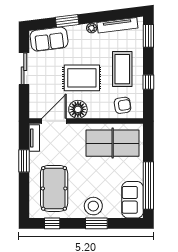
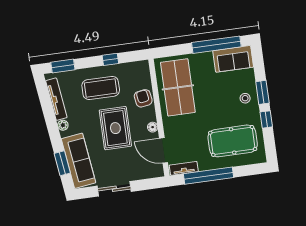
window: (67, 21) -> (62, 163), moved
sofa: (49, 39) -> (78, 161), width x1.36
armchair: (123, 105) -> (143, 98), moved
floor lamp: (78, 109) -> (153, 127), width x0.53, depth x0.53
window: (24, 161) -> (209, 176), width x2.11
stool: (93, 206) -> (245, 98), width x0.53, depth x0.53
window: (52, 223) -> (266, 119), moved

